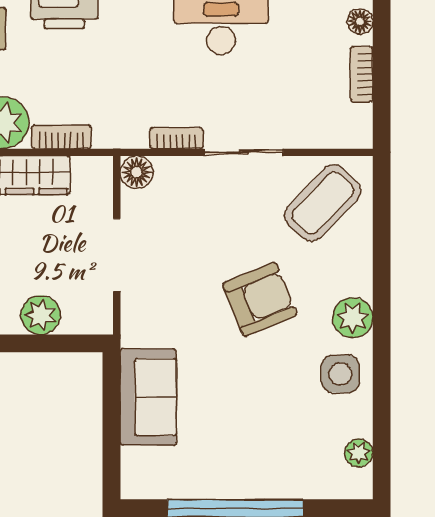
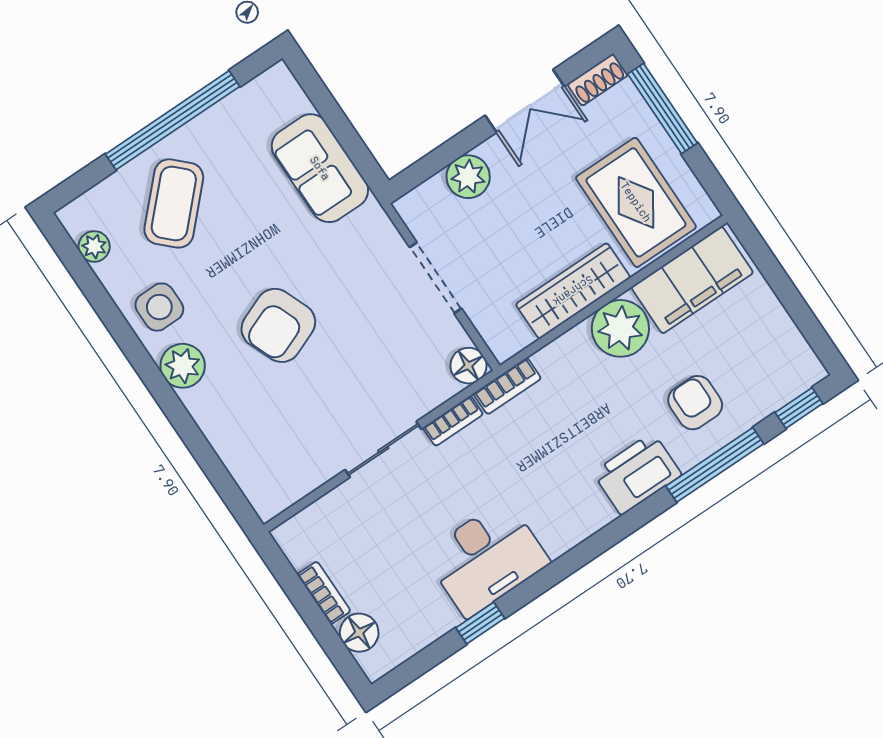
floor lamp: (360, 21) -> (359, 633), width x1.37, depth x1.37
bookcase: (61, 137) -> (507, 386), moved
coffee table: (323, 203) -> (174, 203), moved

